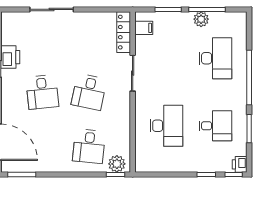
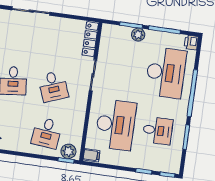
plant: (201, 19) -> (138, 35), moved
filing cabinet: (144, 28) -> (92, 155), moved
desk: (215, 58) -> (166, 73), width x1.36, depth x1.30
desk: (89, 92) -> (53, 86), turned -33
desk: (166, 126) -> (116, 125), width x1.36, depth x1.30
printer: (240, 164) -> (191, 42), moved

